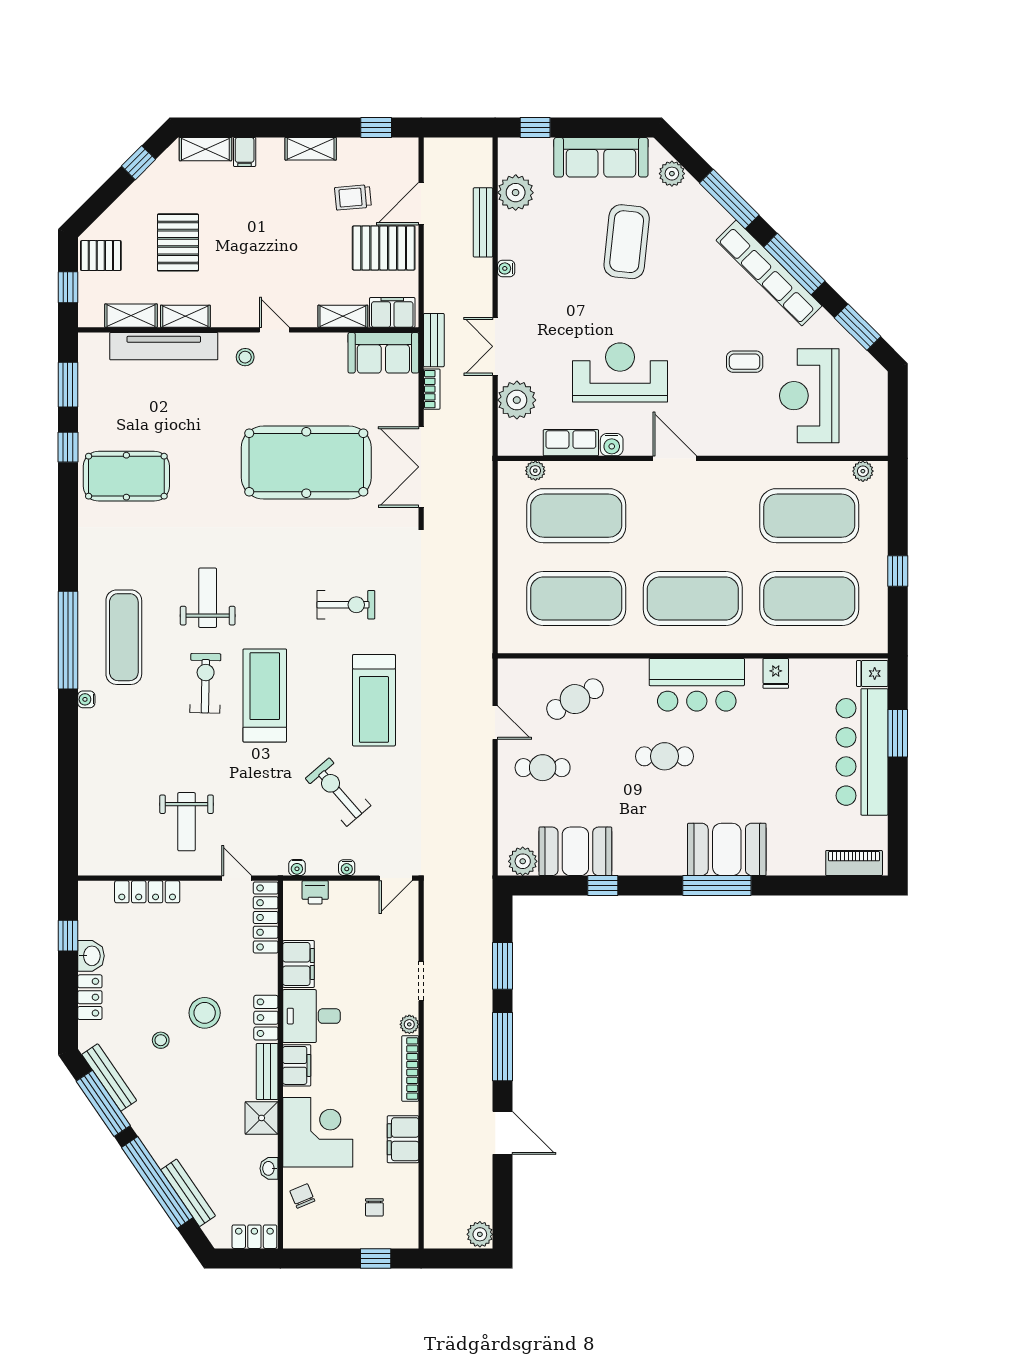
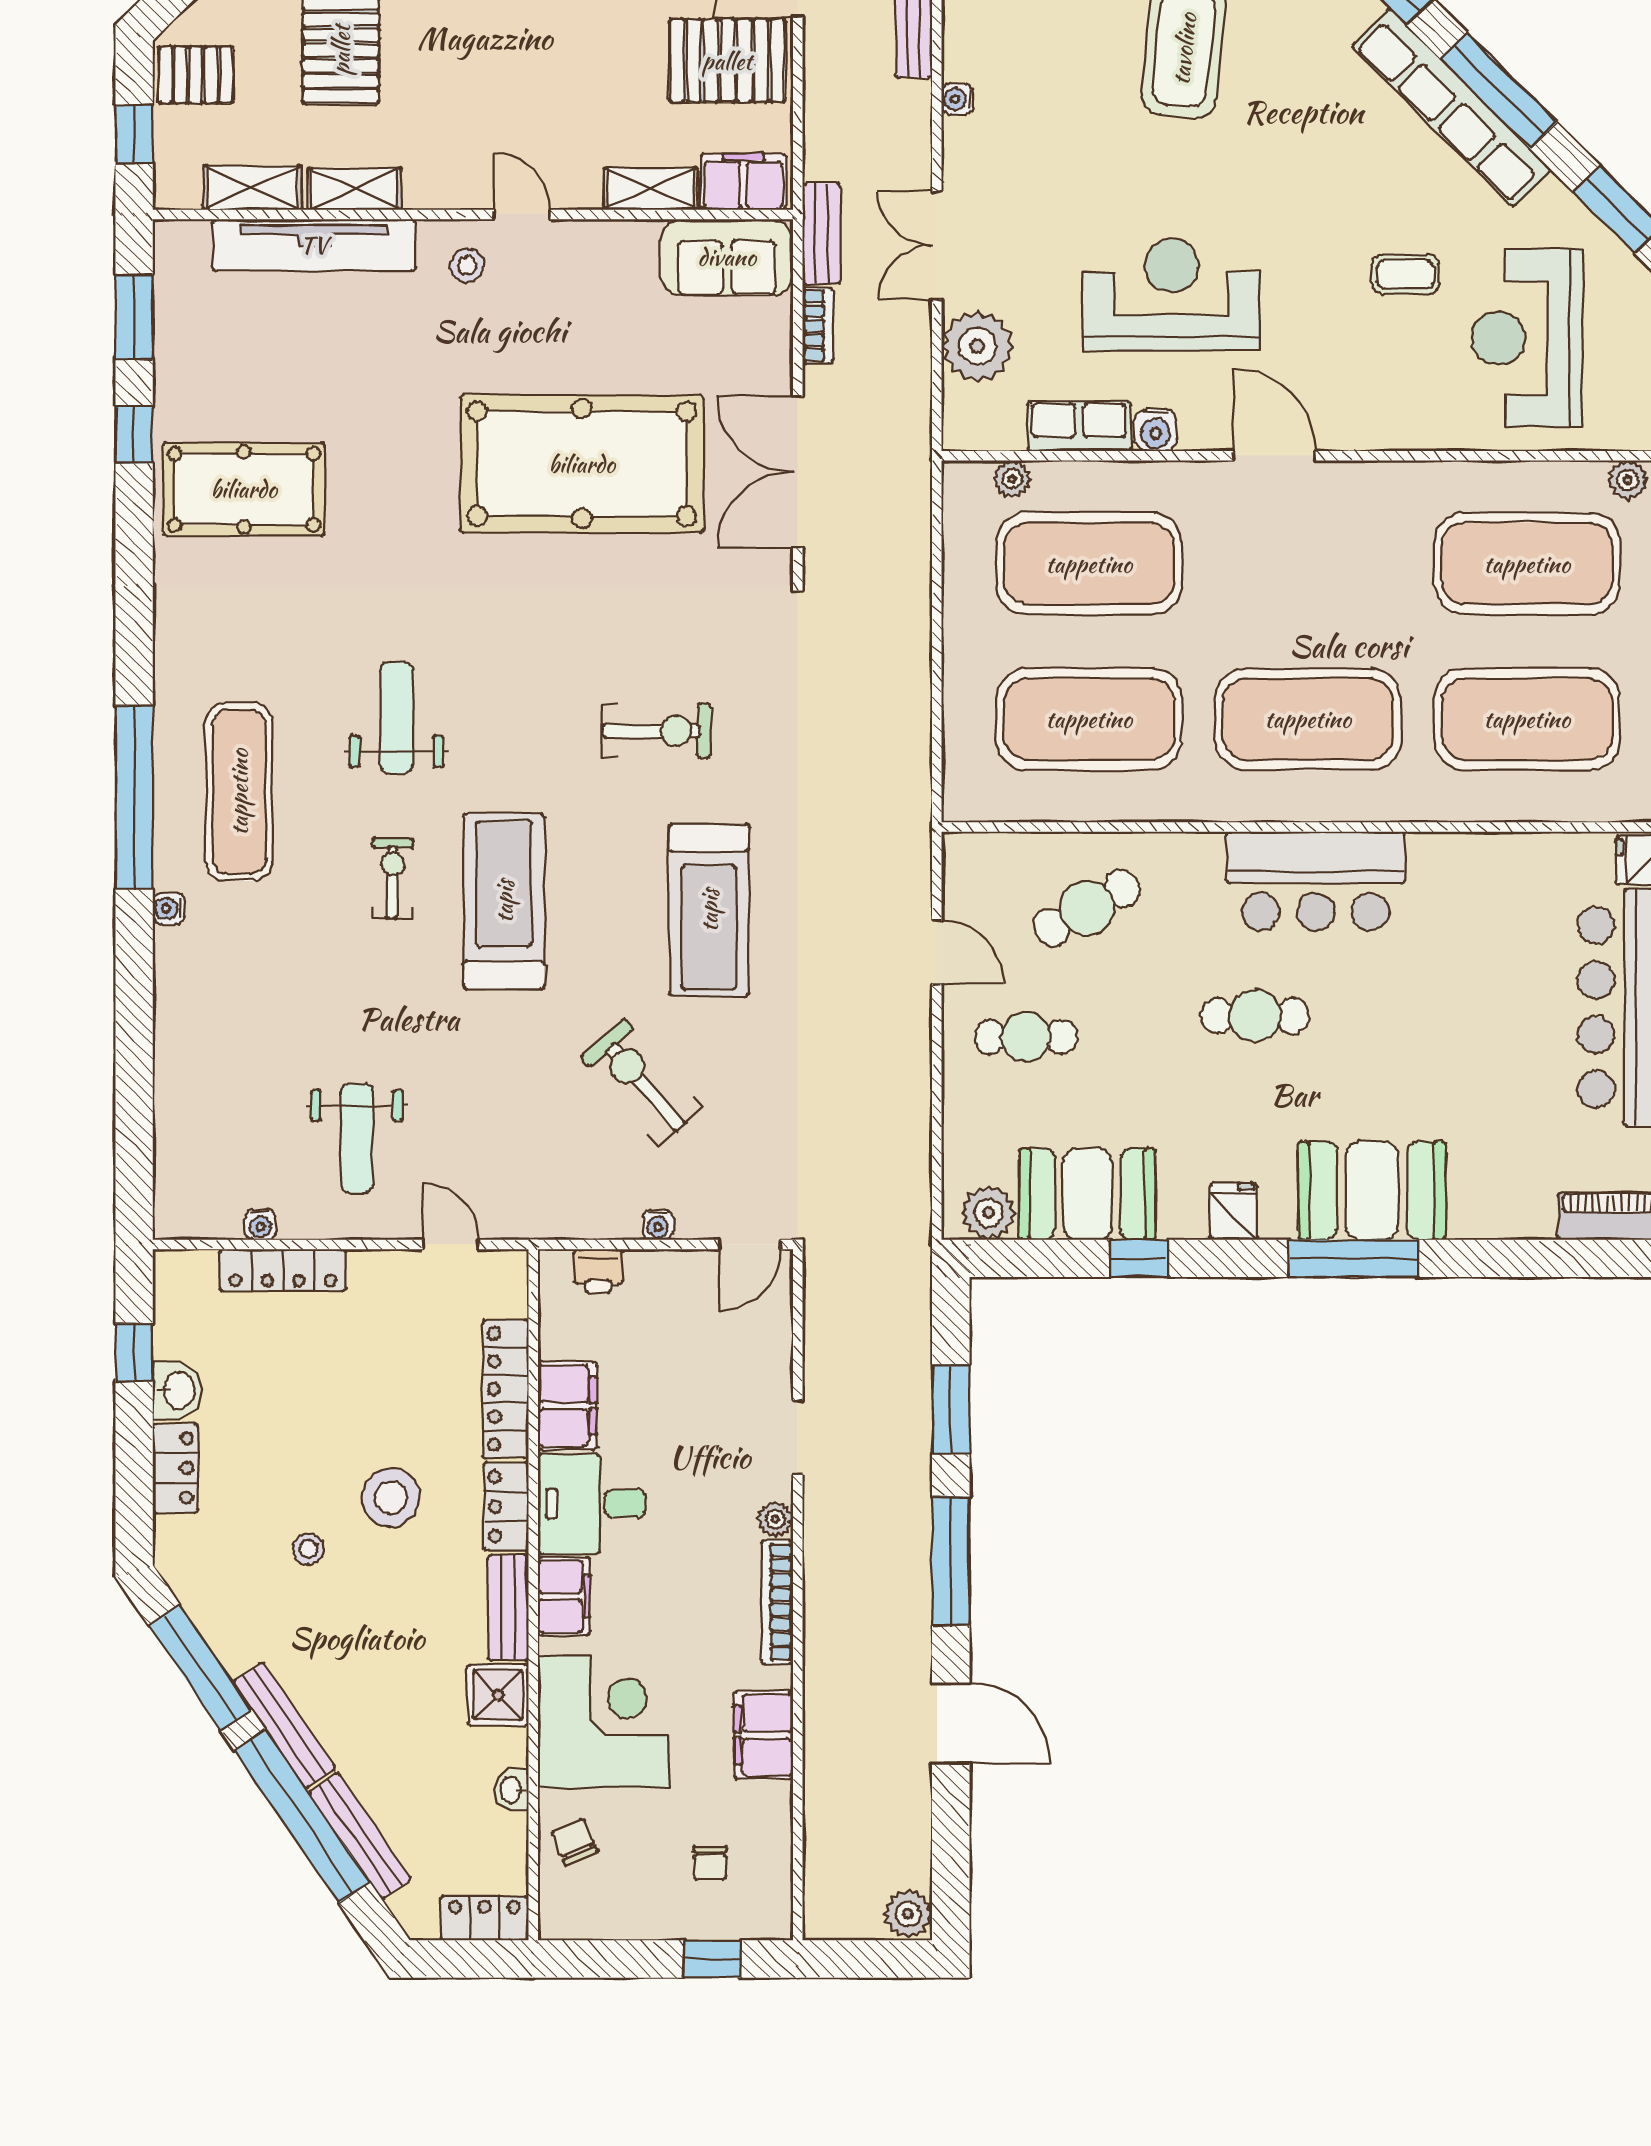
fridge: (776, 673) -> (1234, 1212), moved, turned 180
exercise bike: (205, 683) -> (392, 878), width x0.73, depth x0.72
water cooler: (297, 867) -> (260, 1225), moved
locker: (266, 917) -> (506, 1389), moved
bench: (109, 1078) -> (284, 1725), moved

